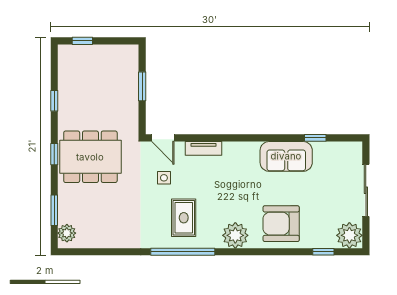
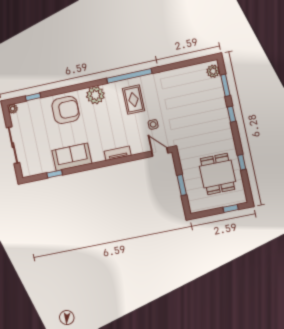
tv unit: (203, 148) -> (118, 153), moved
window: (54, 154) -> (232, 114), moved
dining table: (90, 157) -> (217, 174), moved, width x0.73
plant: (349, 235) -> (13, 109), width x0.53, depth x0.53

